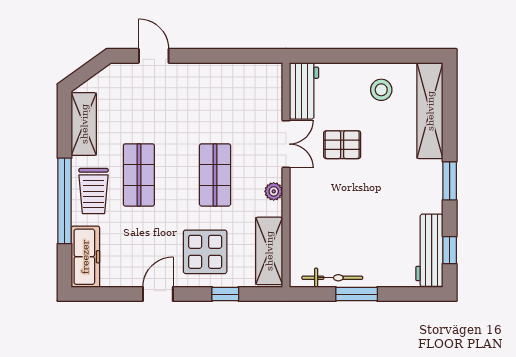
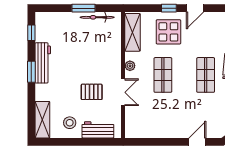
door: (154, 56) -> (197, 142), swing flipped
workbench: (304, 91) -> (98, 130), moved, turned 90
shelving: (430, 111) -> (42, 120), width x0.68
double door: (286, 144) -> (123, 92), swing flipped
workbench: (429, 250) -> (43, 63), moved
window: (225, 294) -> (169, 8), moved

